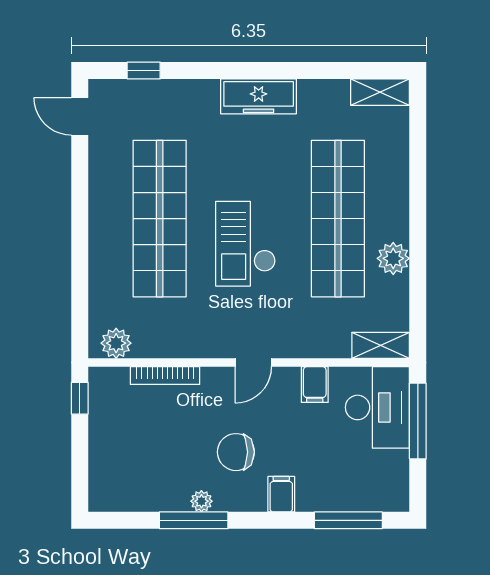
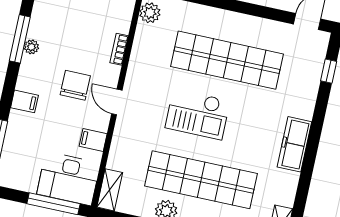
checkout: (246, 244) -> (198, 114), turned 180
bookcase: (165, 376) -> (119, 49), width x0.64
chair: (236, 452) -> (75, 85), moved

